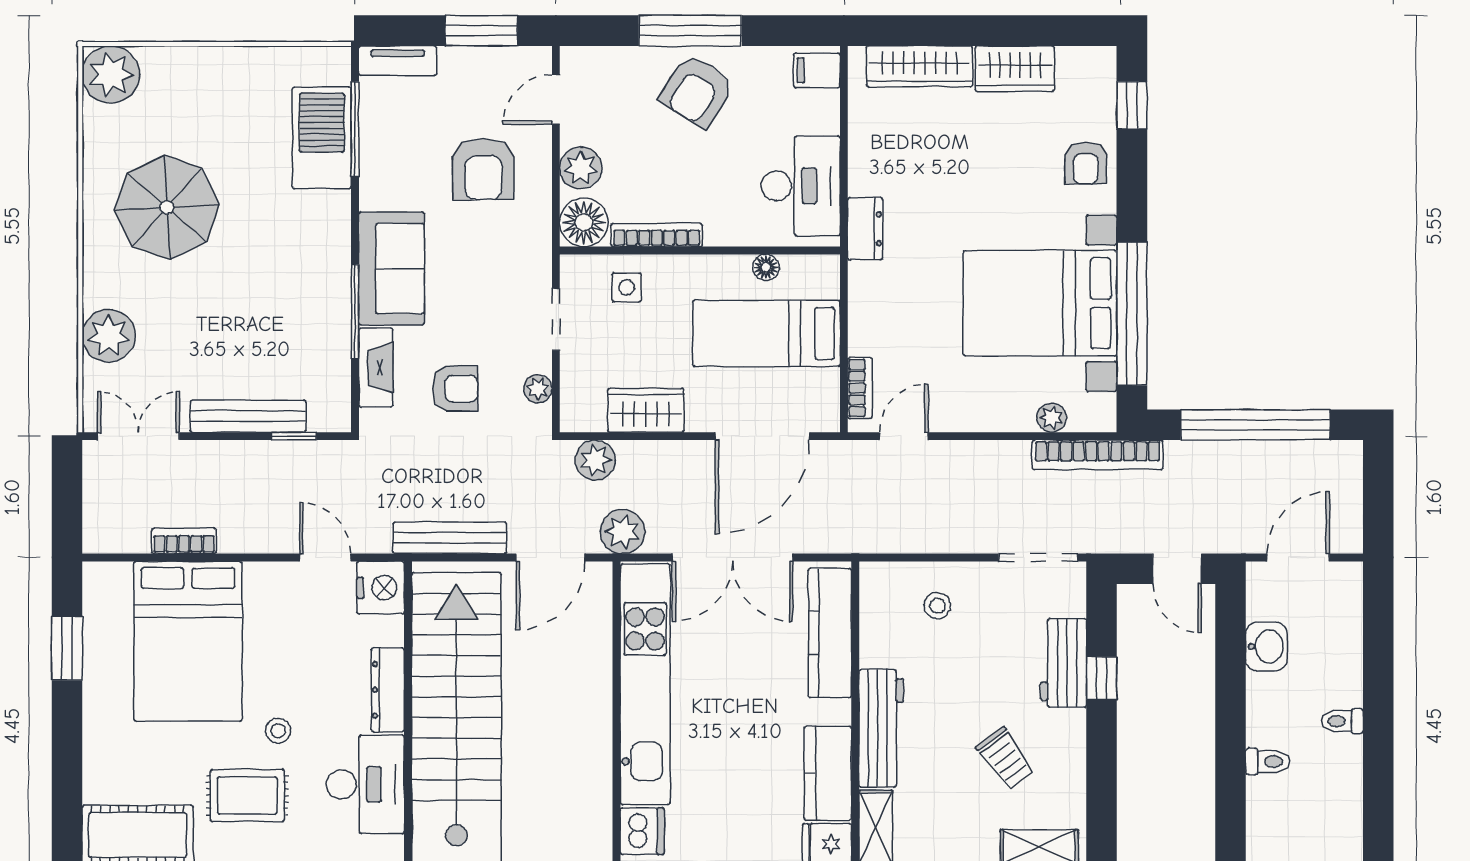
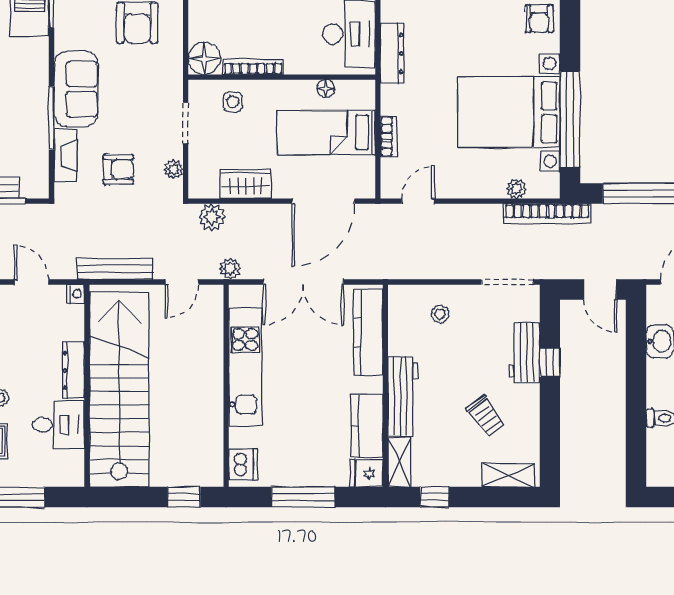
plant: (581, 168) -> (202, 22), removed
dresser: (865, 229) -> (392, 54), width x1.44
bookcase: (860, 388) -> (389, 137), moved
plant: (623, 532) -> (230, 269), width x0.73, depth x0.73
door: (551, 557) -> (182, 282), width x0.73
nightstand: (381, 588) -> (76, 294), width x0.53, depth x0.56
kitchen unit: (645, 684) -> (245, 367), width x0.73
desk: (365, 784) -> (58, 425), width x0.73

